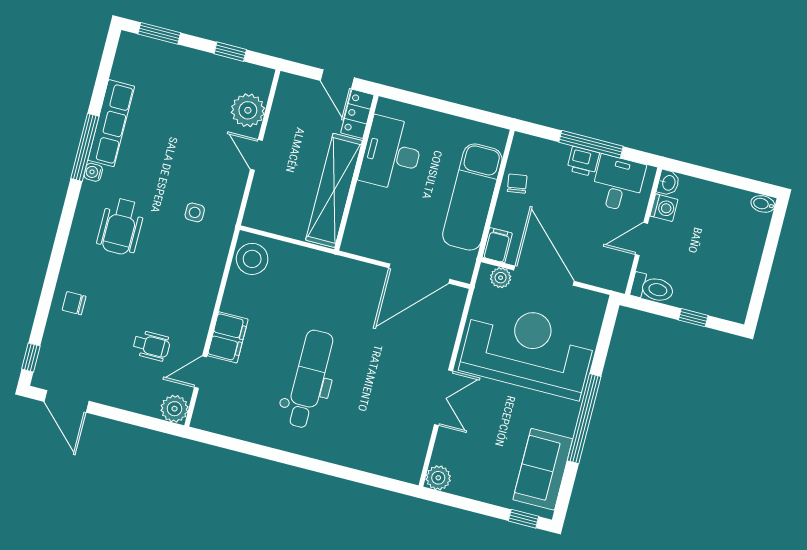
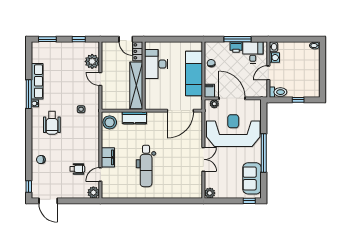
kitchen counter: (311, 263) -> (134, 118), added
dental chair: (309, 379) -> (146, 166), turned 180

